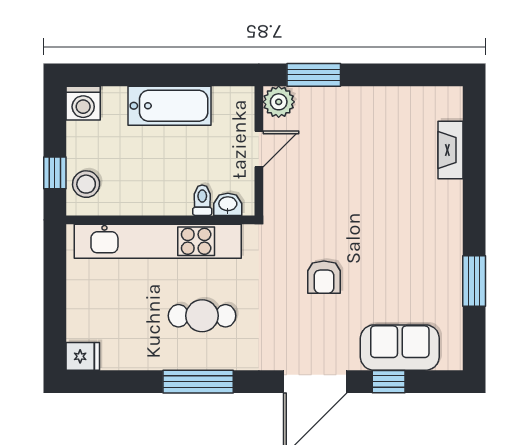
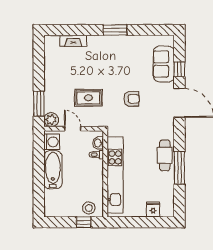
washing machine: (83, 103) -> (52, 142), moved
rug: (326, 183) -> (88, 98), added
window: (474, 281) -> (115, 30), moved
cafe table: (202, 316) -> (165, 155), moved
fridge: (83, 356) -> (153, 209), moved
window: (198, 382) -> (179, 168), moved

